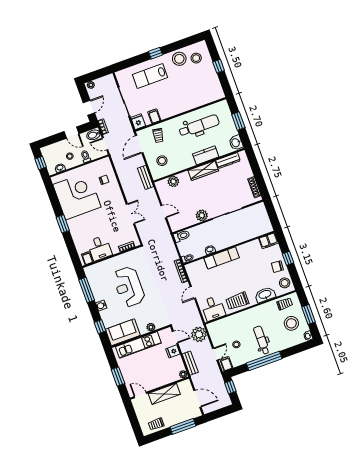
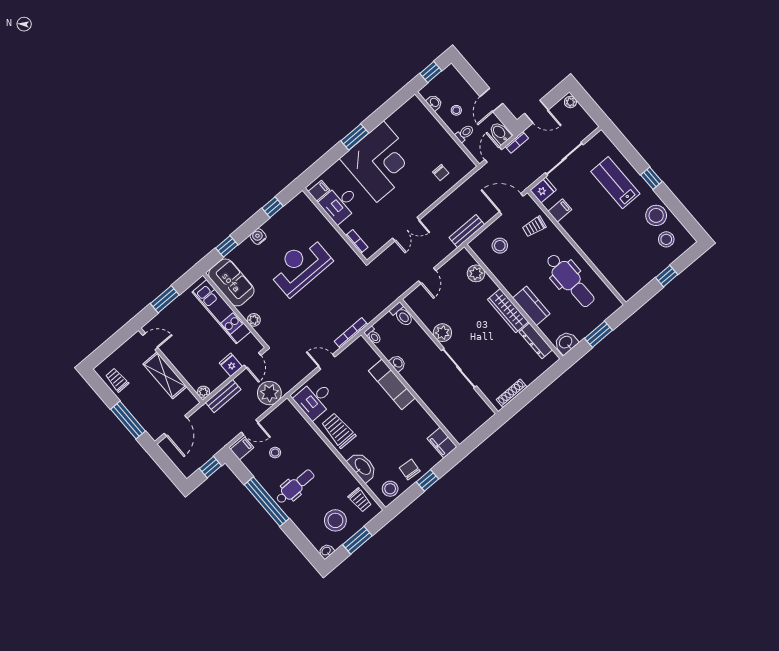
corner desk: (77, 196) -> (380, 162), moved
window: (87, 290) -> (273, 207), width x0.46
door: (140, 395) -> (150, 342), hinge flipped

